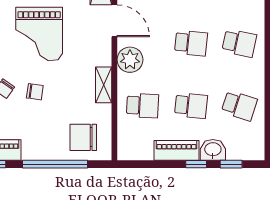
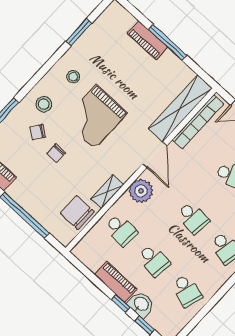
chair: (35, 92) -> (56, 153), turned 82
chair: (83, 137) -> (77, 212), moved

